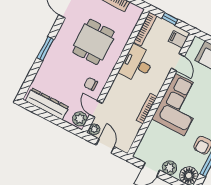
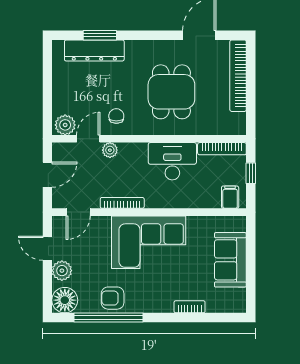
dining table: (93, 42) -> (171, 92), turned 90
window: (45, 49) -> (100, 35), moved
door: (178, 62) -> (78, 212), moved
dresser: (47, 104) -> (94, 50), moved, turned 90
plant: (94, 129) -> (110, 150), moved

